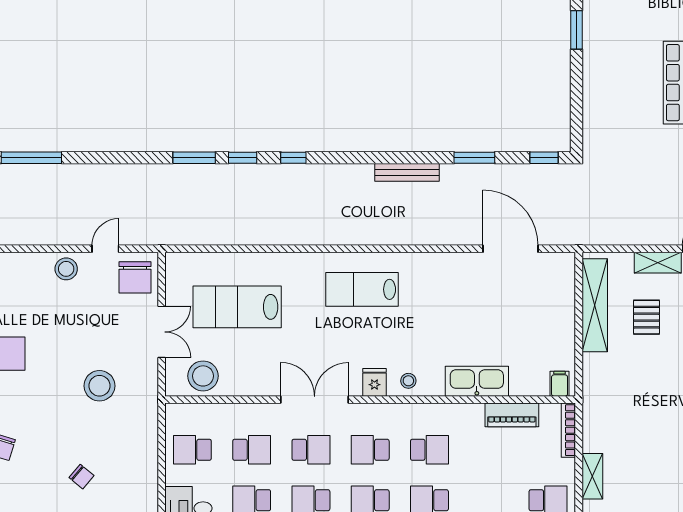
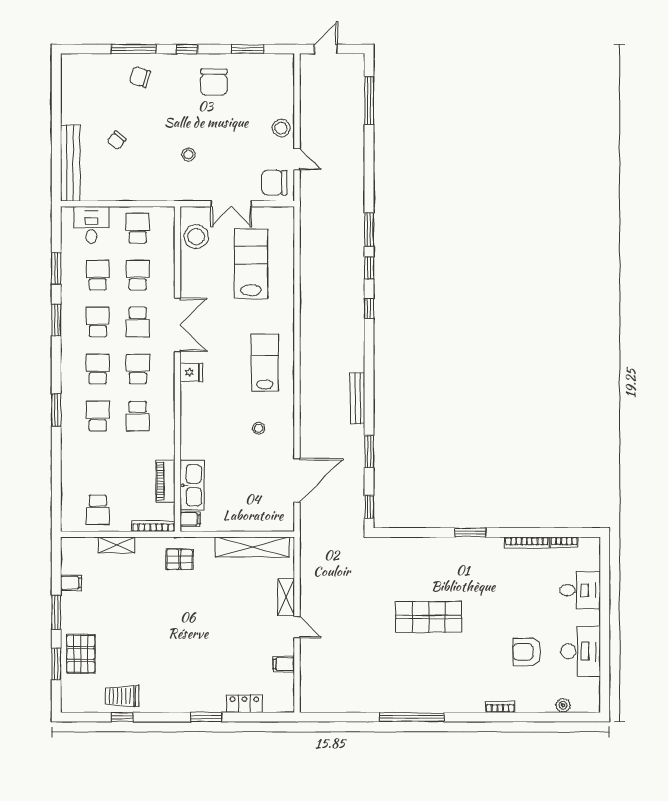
pallet: (647, 317) -> (180, 559), moved
stool: (408, 381) -> (259, 428), moved
kitchen sink: (477, 381) -> (192, 485), moved
stool: (99, 386) -> (188, 154), width x0.53, depth x0.53
school desk: (252, 450) -> (138, 275), turned 180

